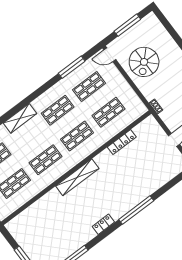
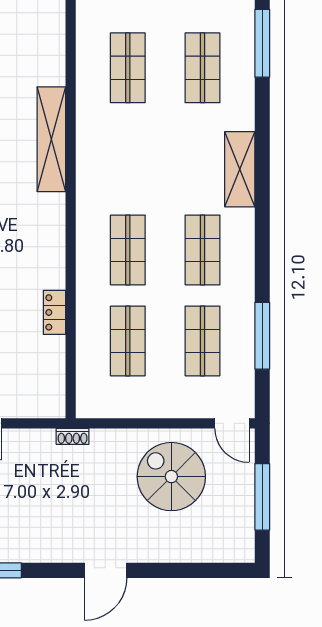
door: (110, 55) -> (232, 423), swing flipped
locker: (122, 142) -> (54, 312), width x0.66
shop shelf: (46, 160) -> (128, 159), removed
shelving: (77, 177) -> (51, 139), moved

